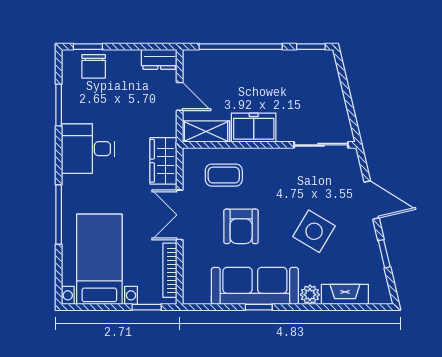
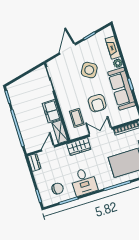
chair: (94, 66) -> (58, 189), moved
double door: (180, 215) -> (101, 132), swing flipped
armchair: (241, 226) -> (97, 103), turned 90

